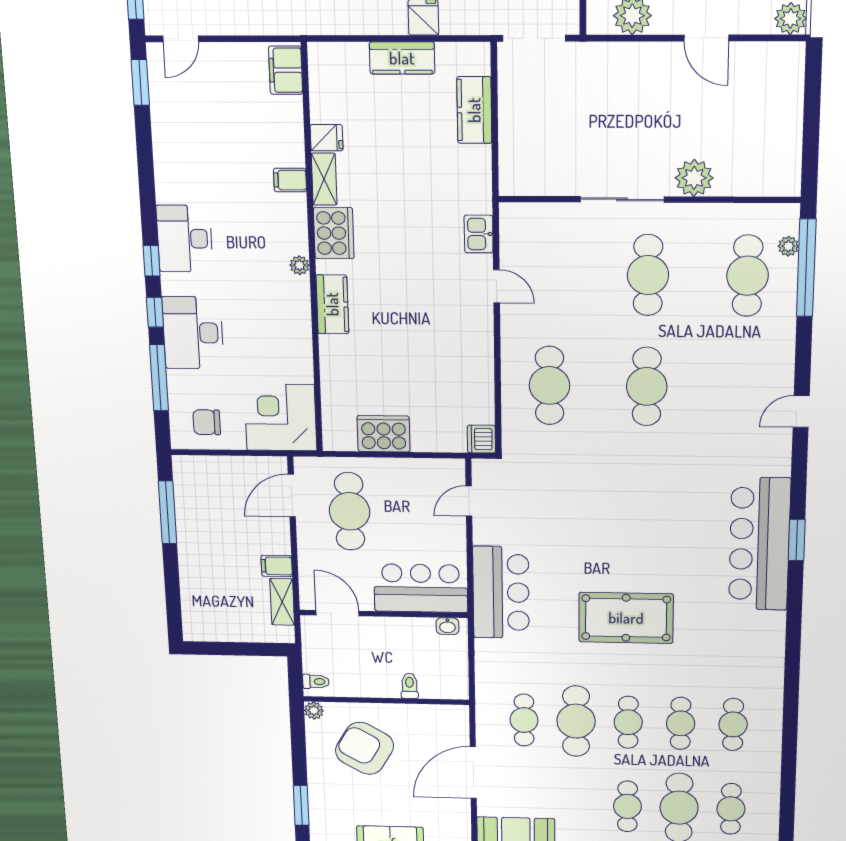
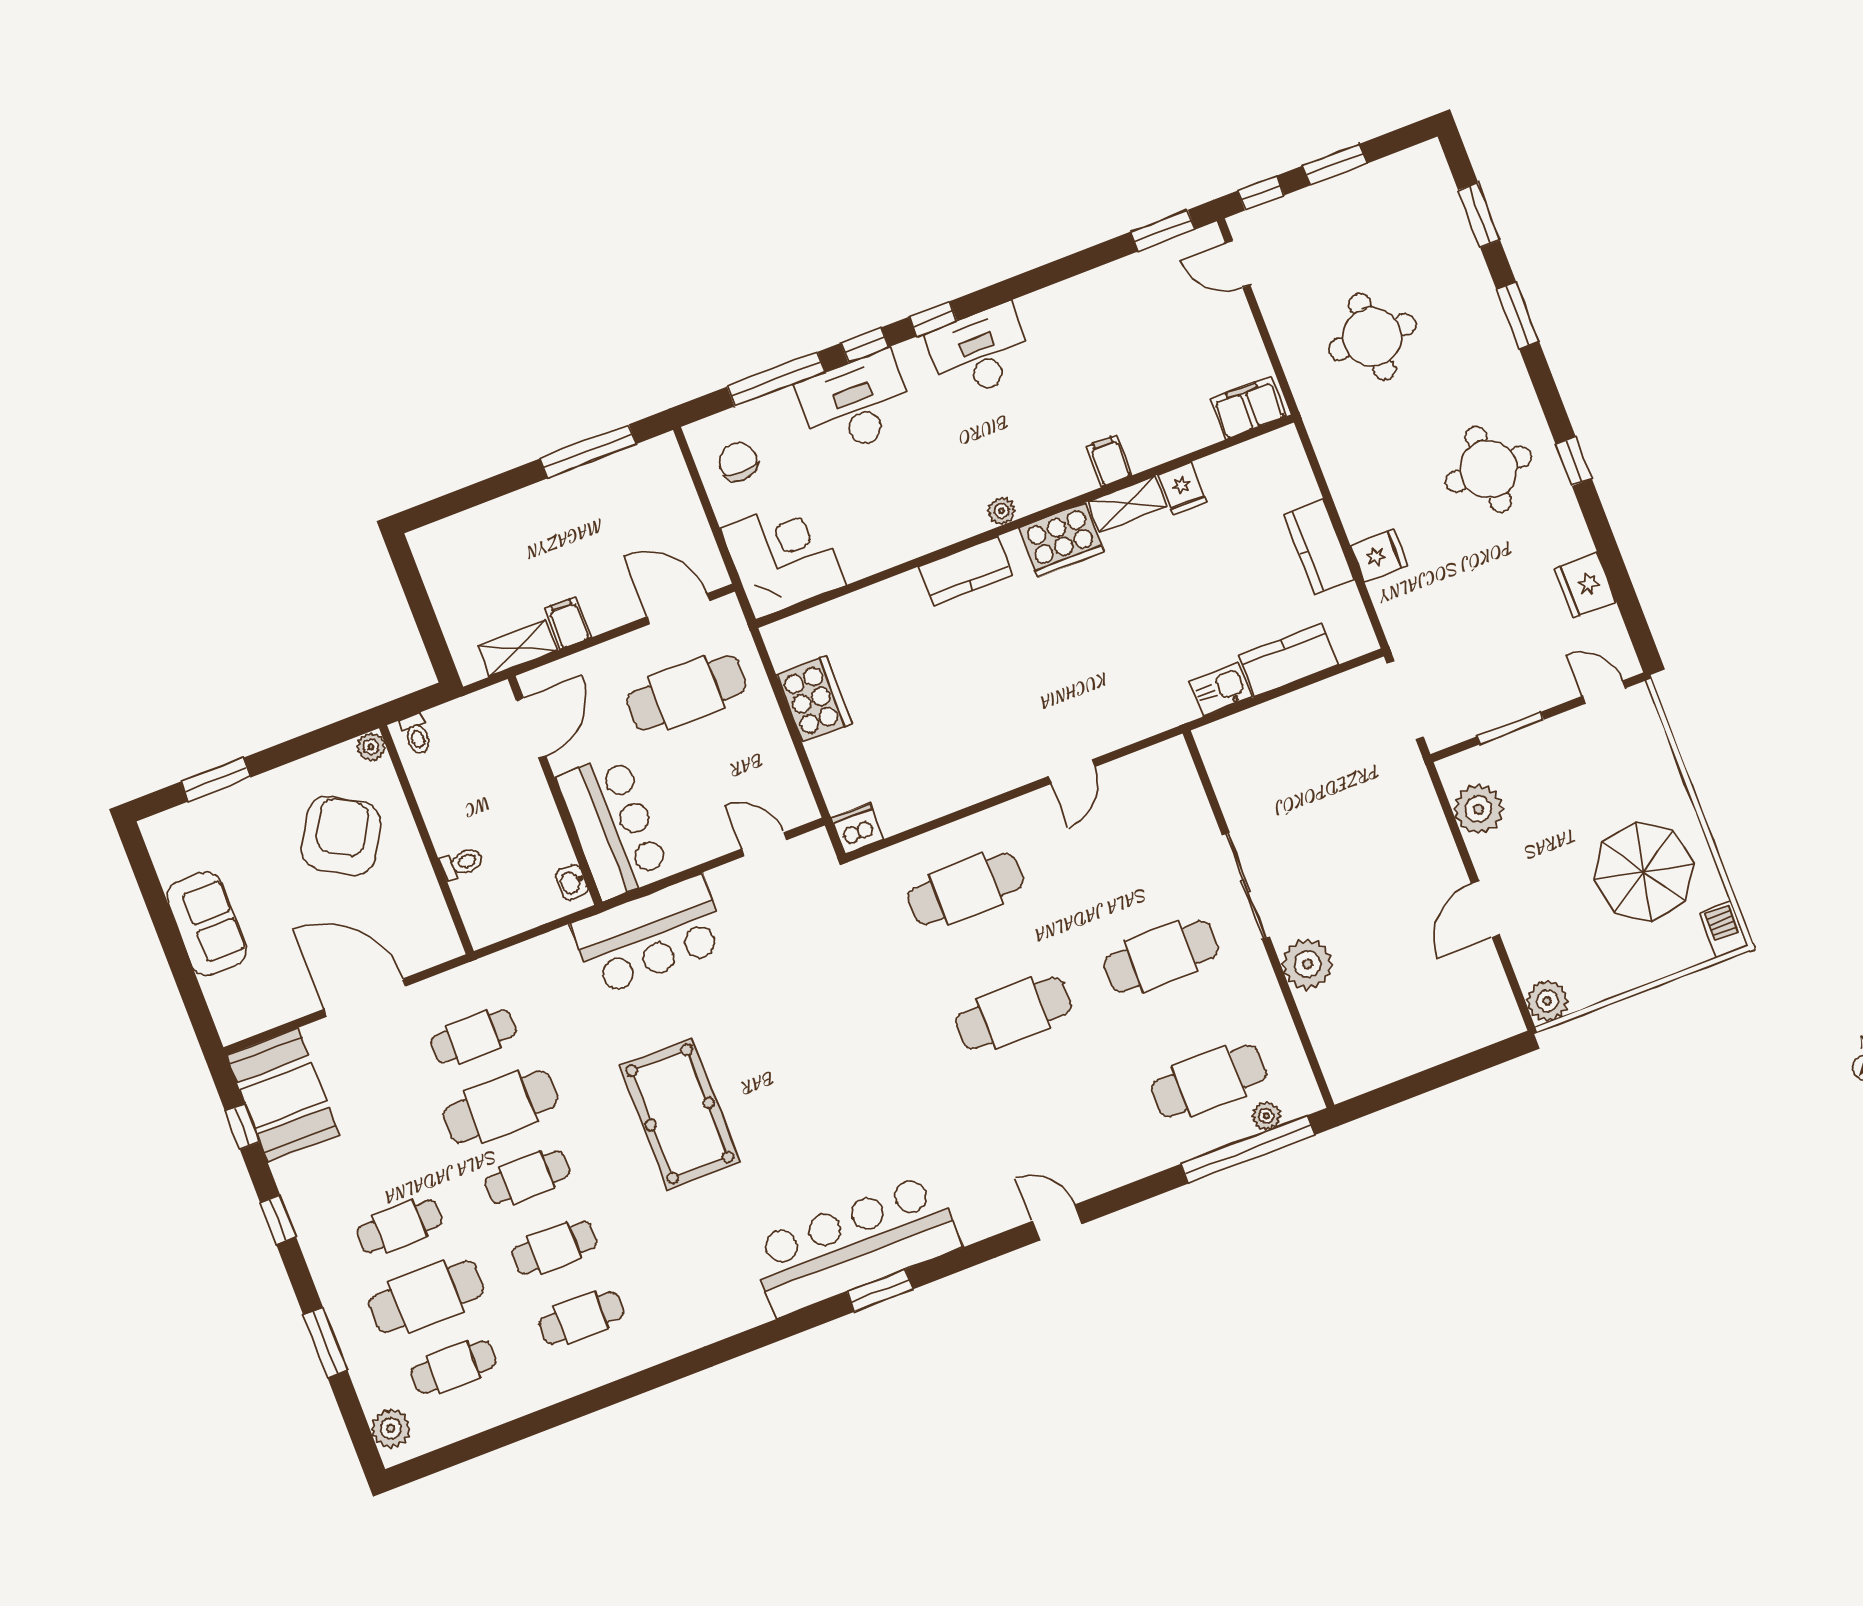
kitchen sink: (479, 234) -> (1220, 690), moved

